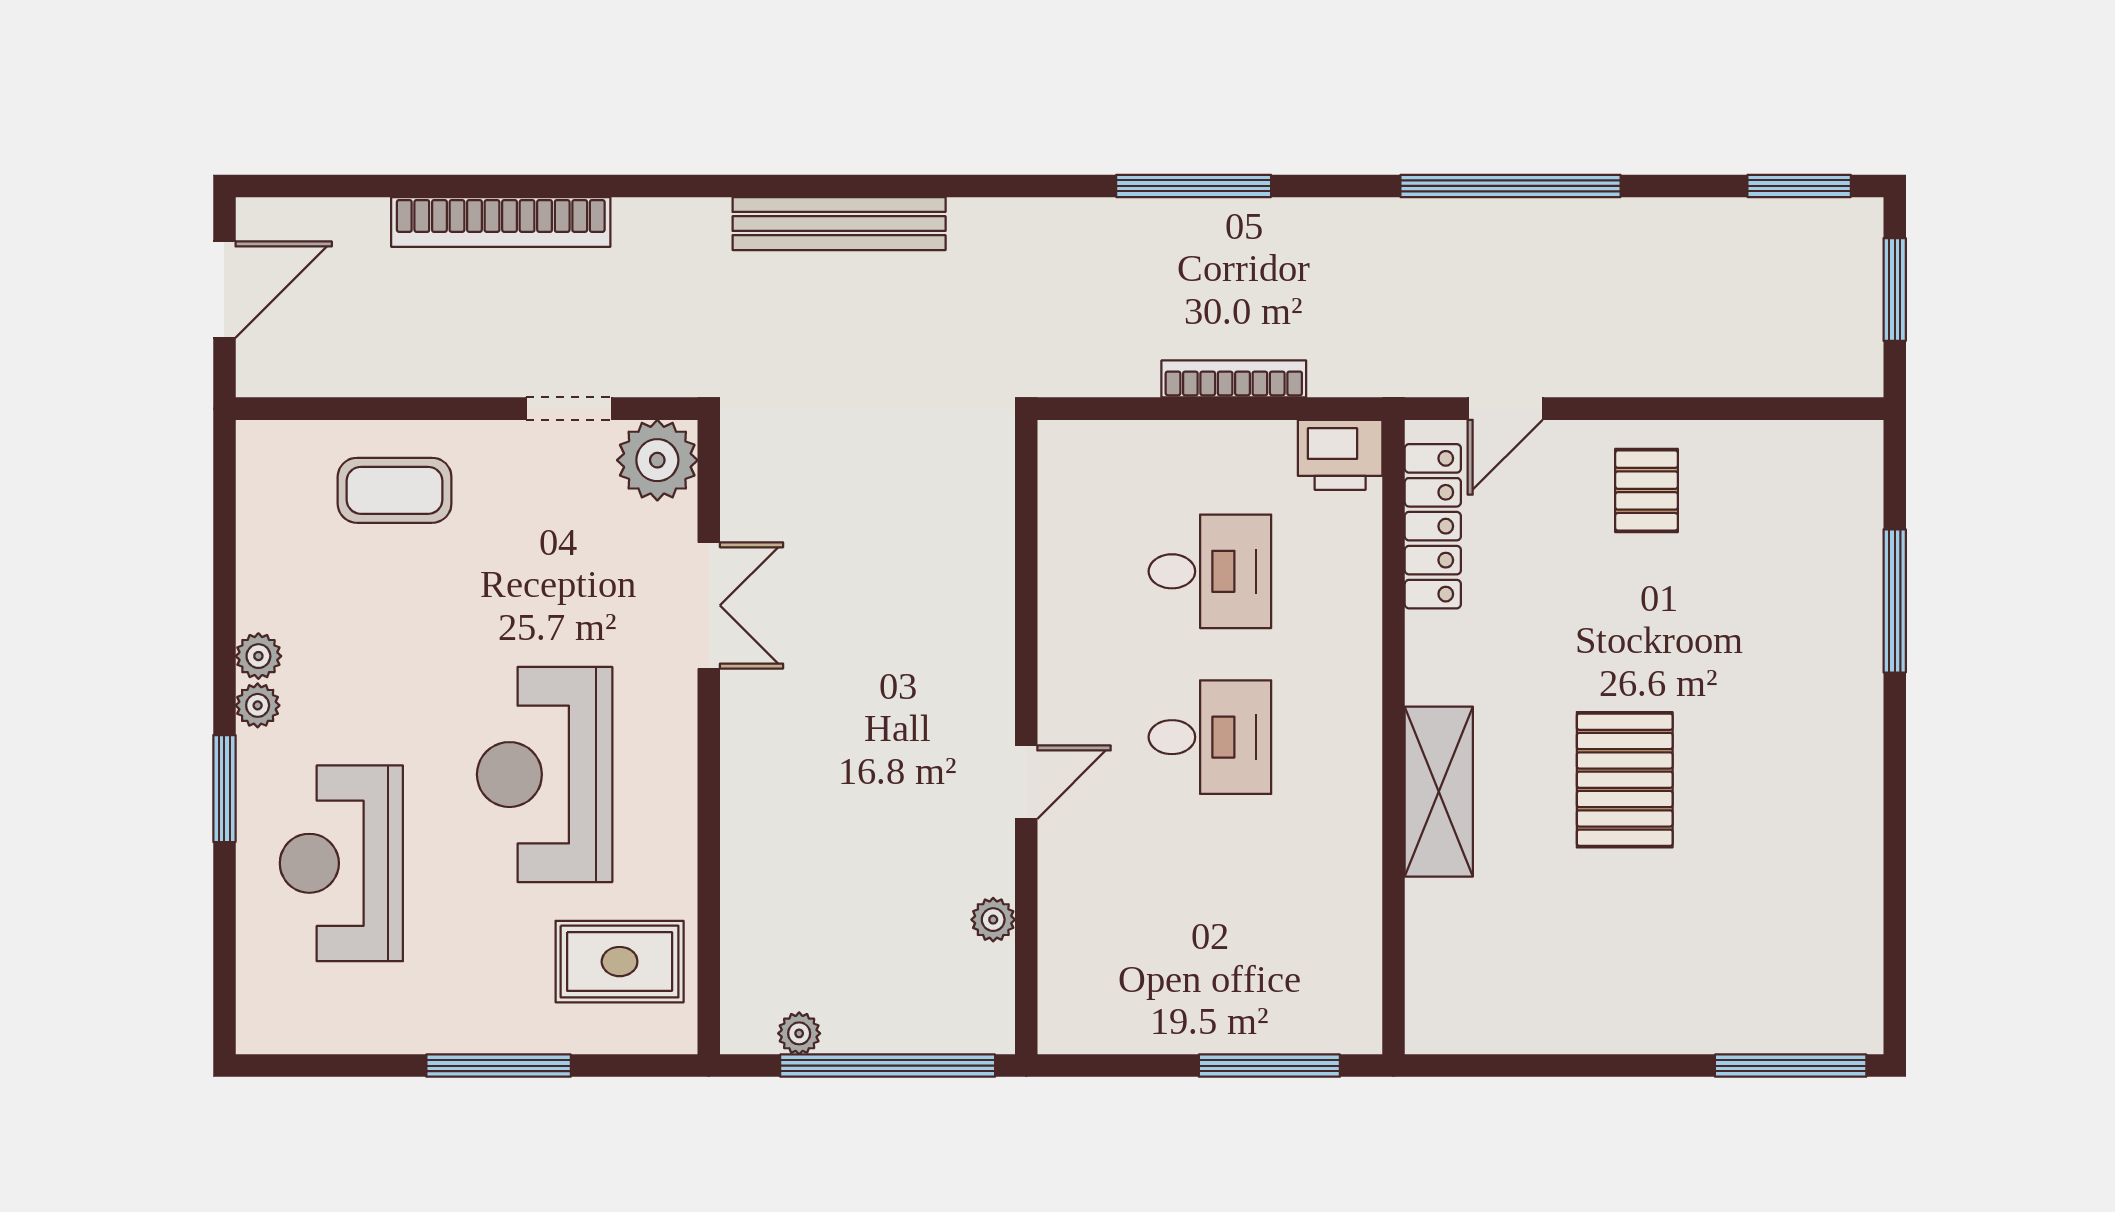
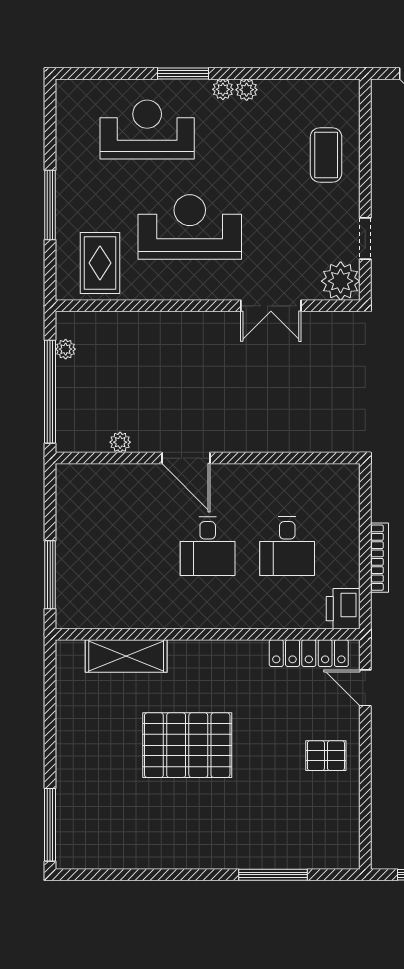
pallet: (1625, 780) -> (187, 745), width x1.37, depth x1.41
door: (1026, 782) -> (186, 458), width x1.38
shelving: (1439, 792) -> (126, 656), moved

